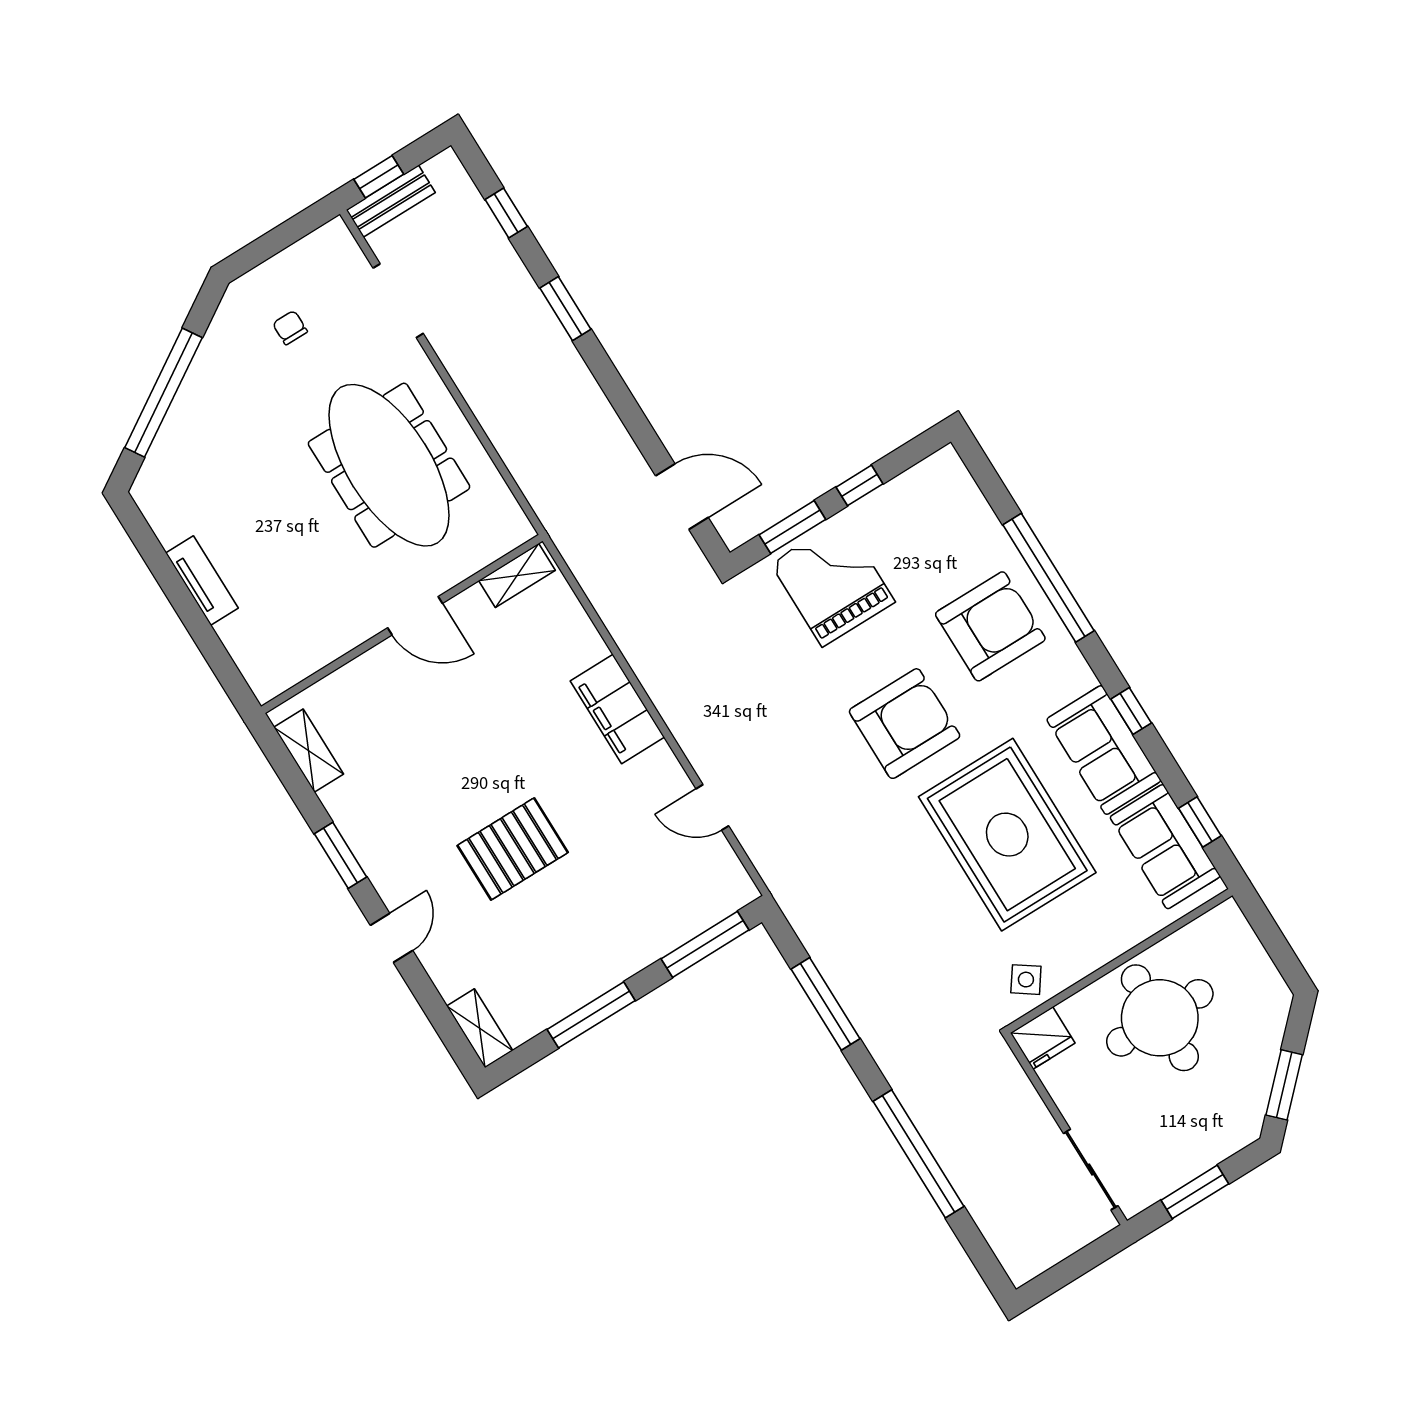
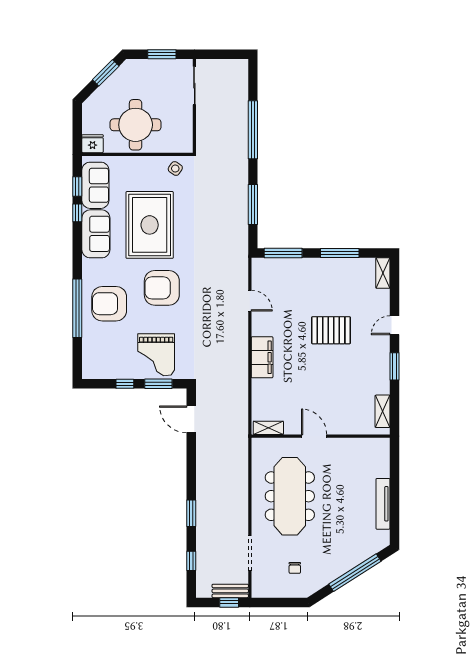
tv unit: (202, 580) -> (383, 504), width x1.41
window: (1131, 711) -> (77, 213), moved
fridge: (1043, 1038) -> (93, 144), moved

